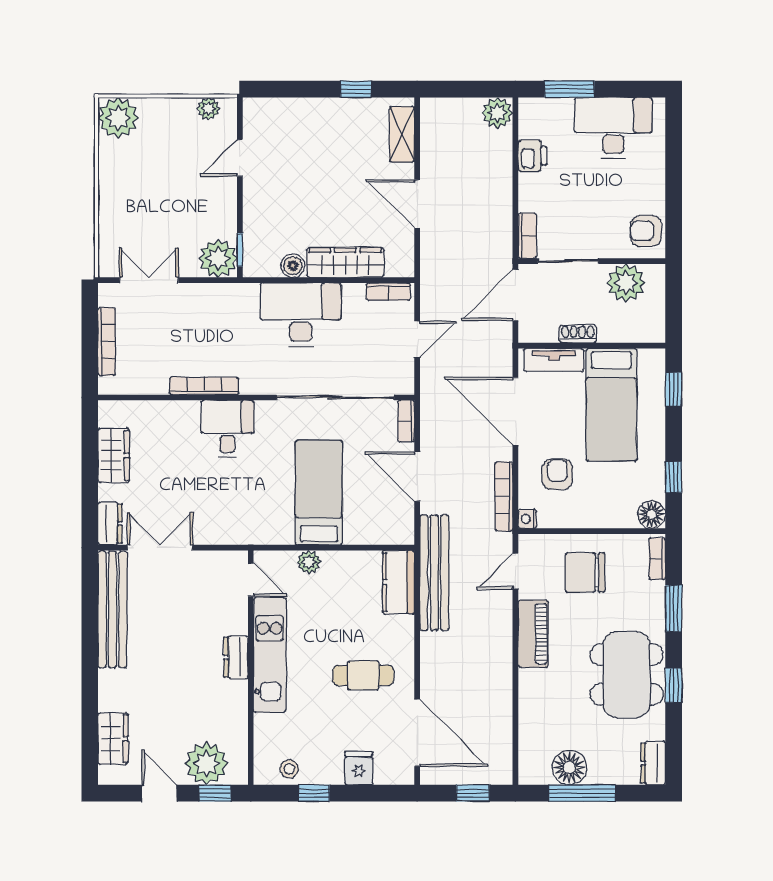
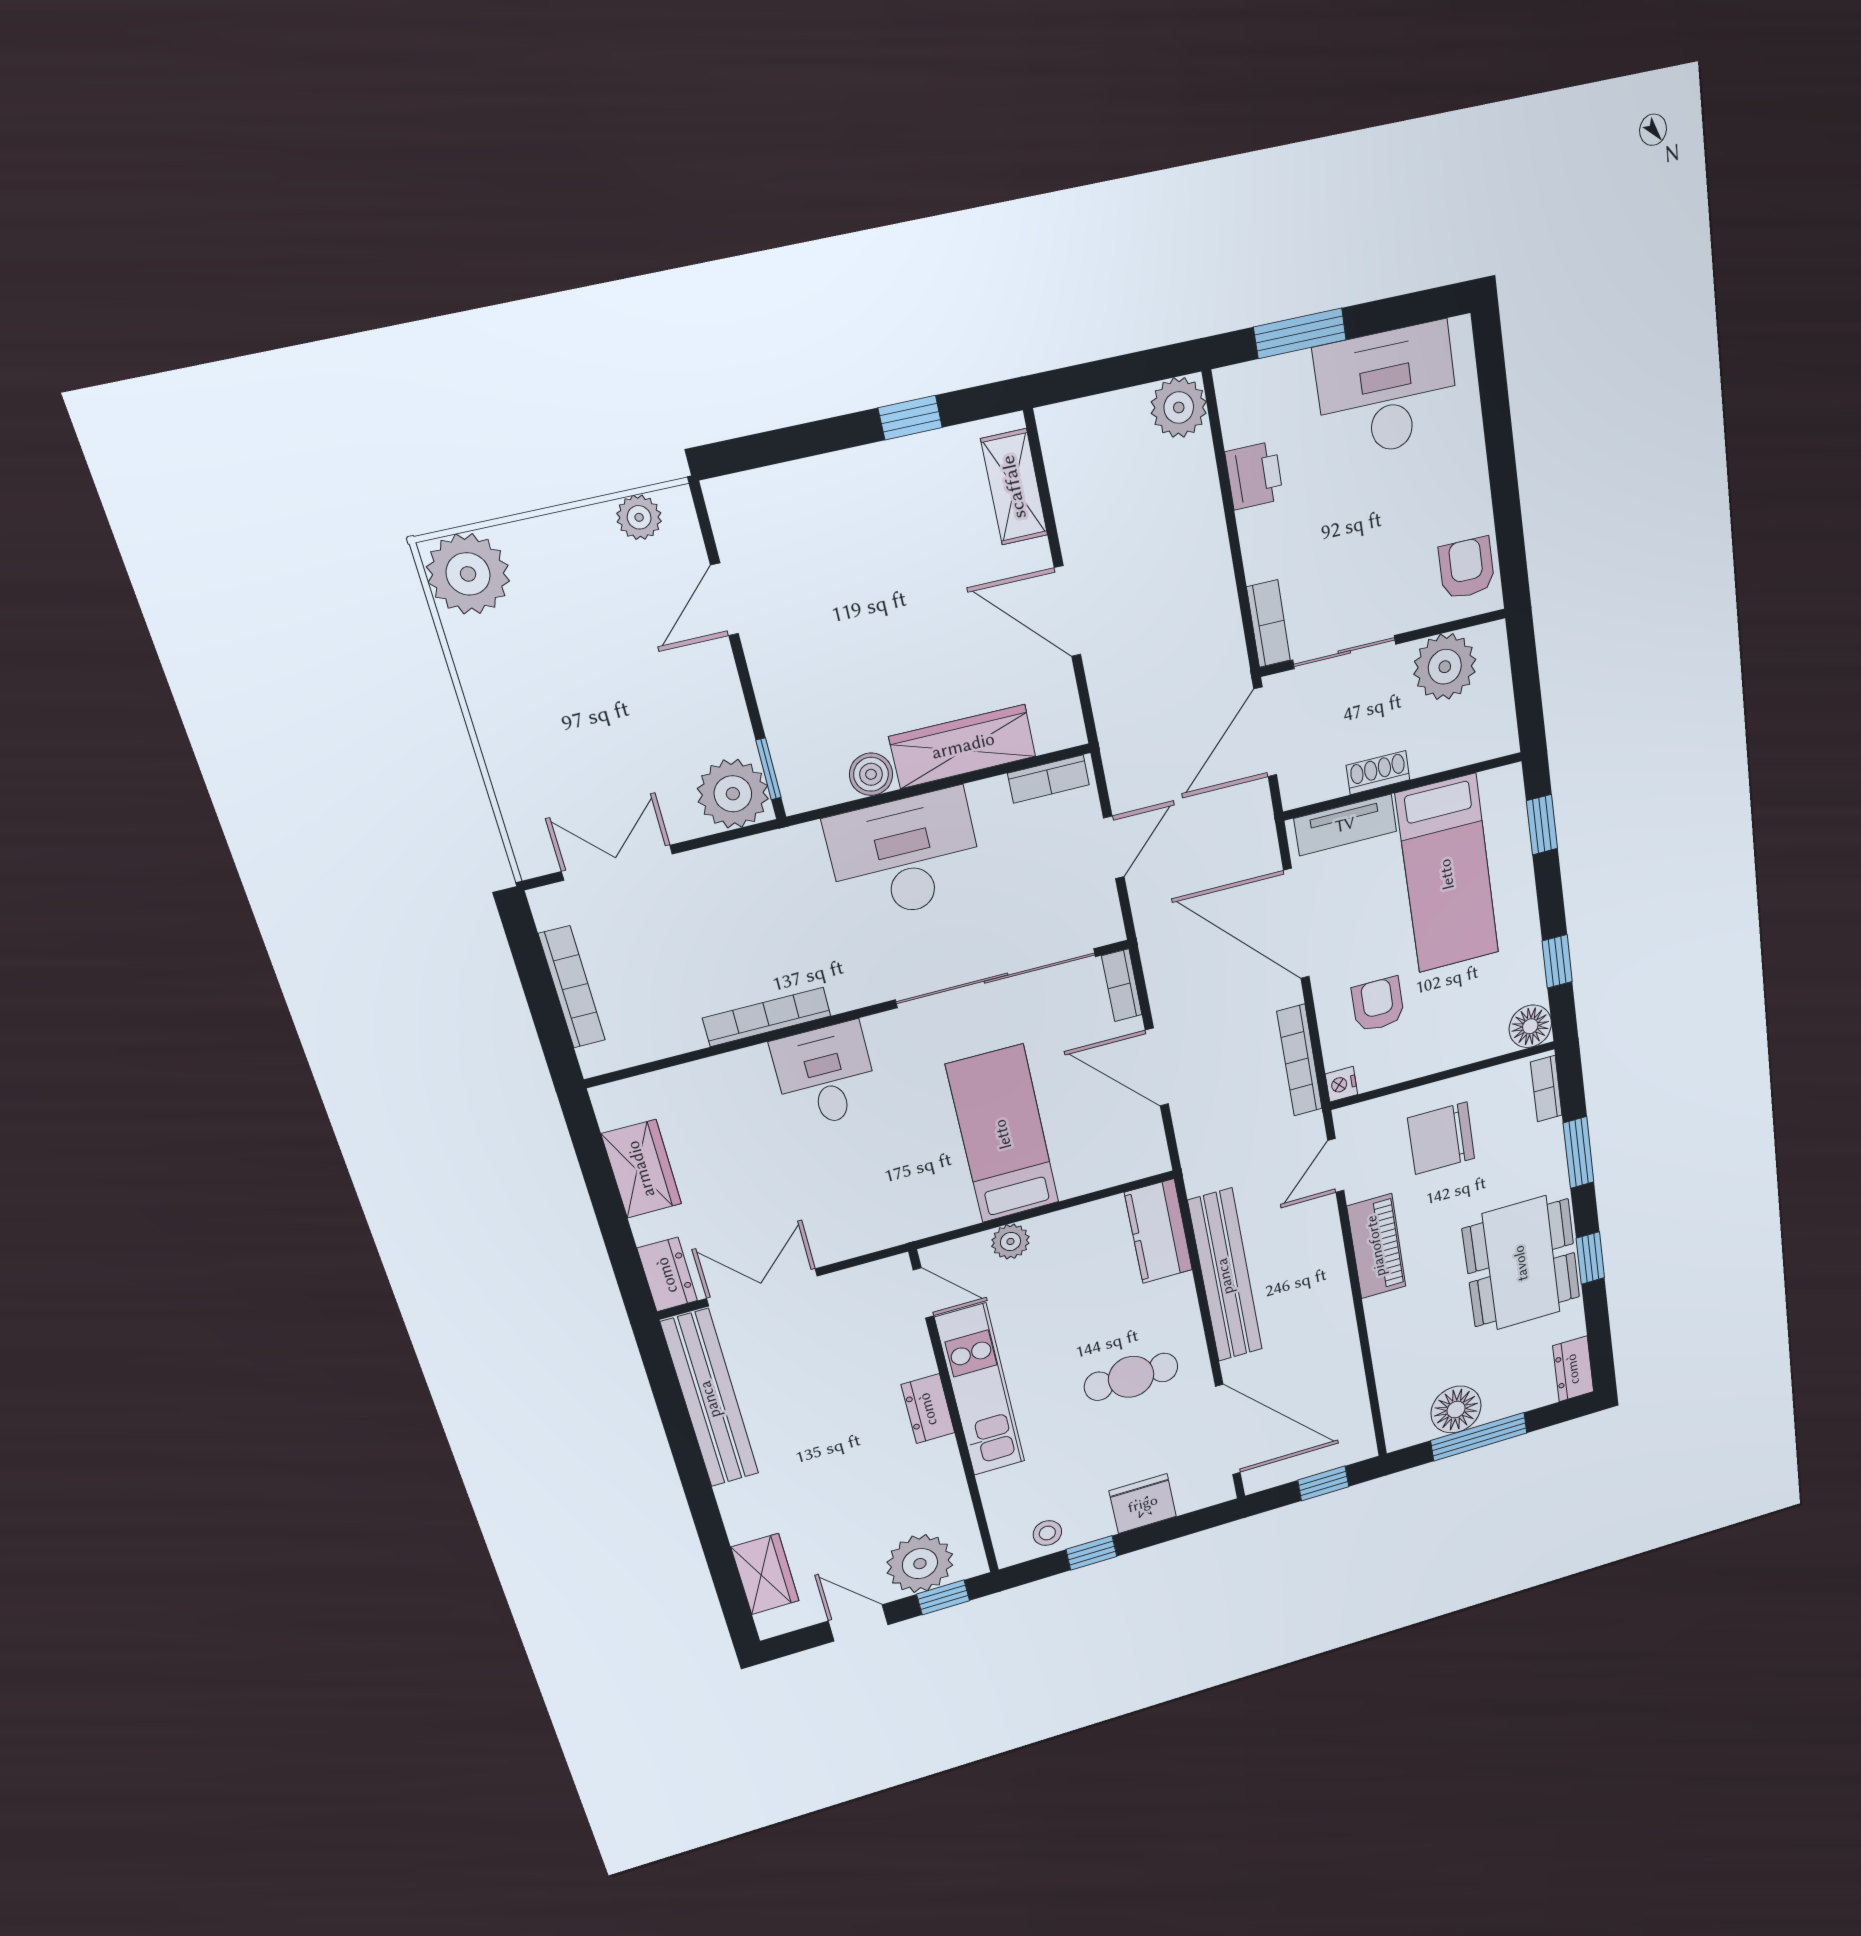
armchair: (646, 231) -> (1467, 568), turned 90
bench: (434, 573) -> (1225, 1276), moved
fridge: (359, 768) -> (1143, 1504), width x1.38

